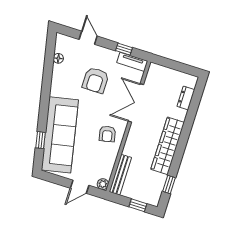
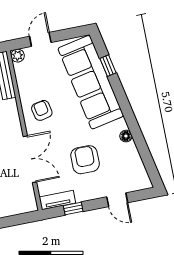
floor lamp: (58, 58) -> (126, 136), moved

